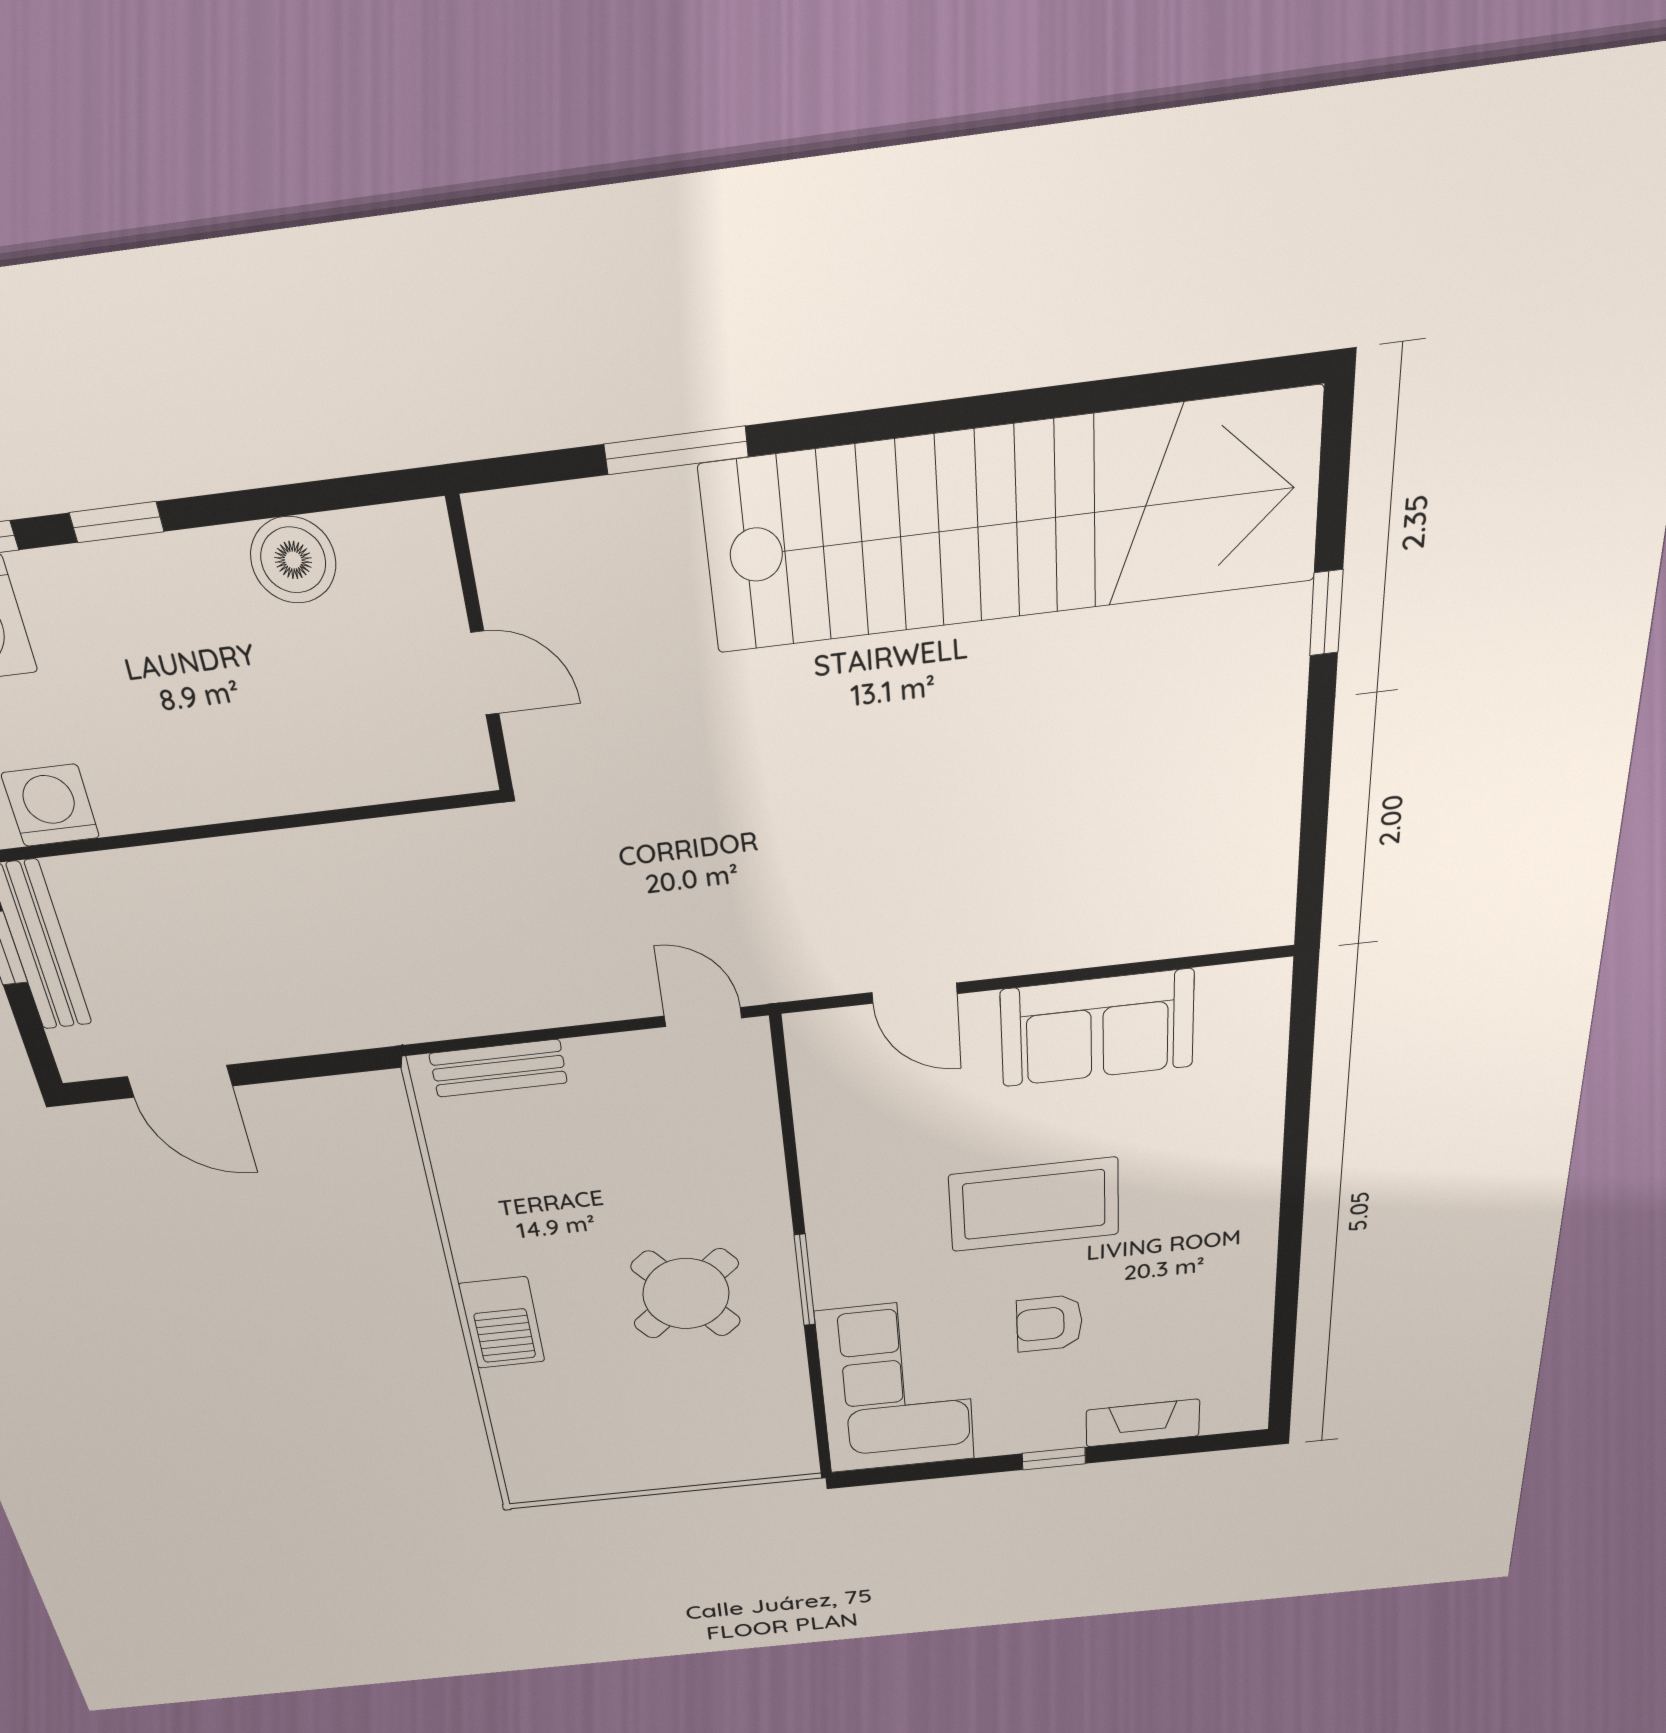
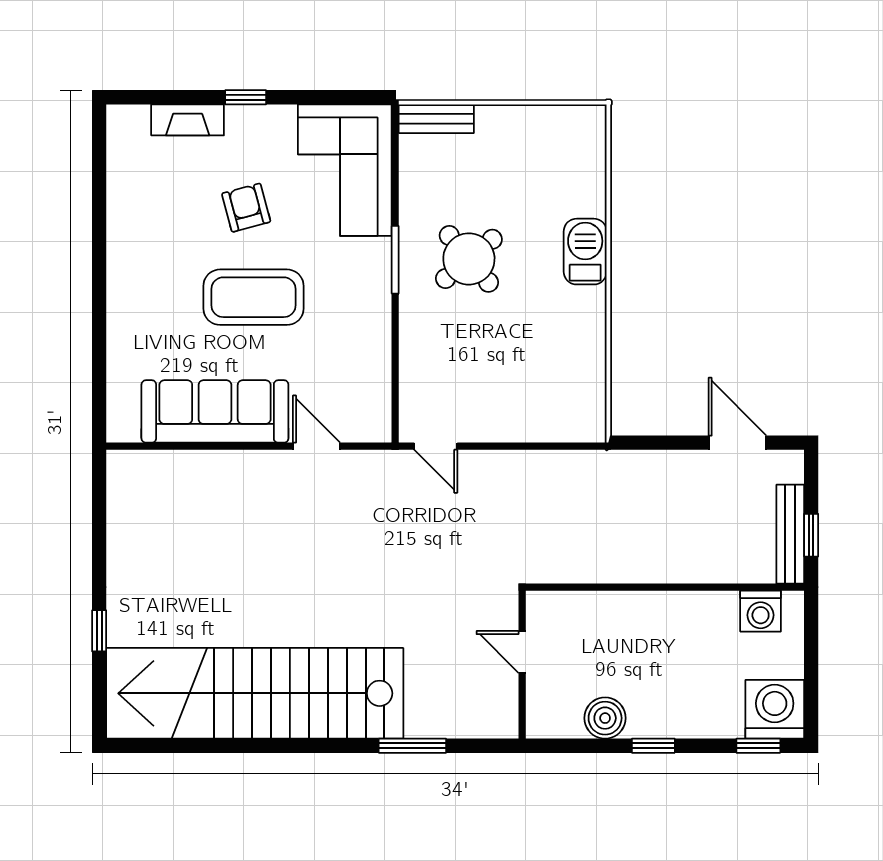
window: (117, 522) -> (653, 746), moved
sofa: (1097, 1028) -> (215, 411), width x1.36
bench: (498, 1068) -> (436, 119), moved
armchair: (1049, 1323) -> (246, 208), turned -105

